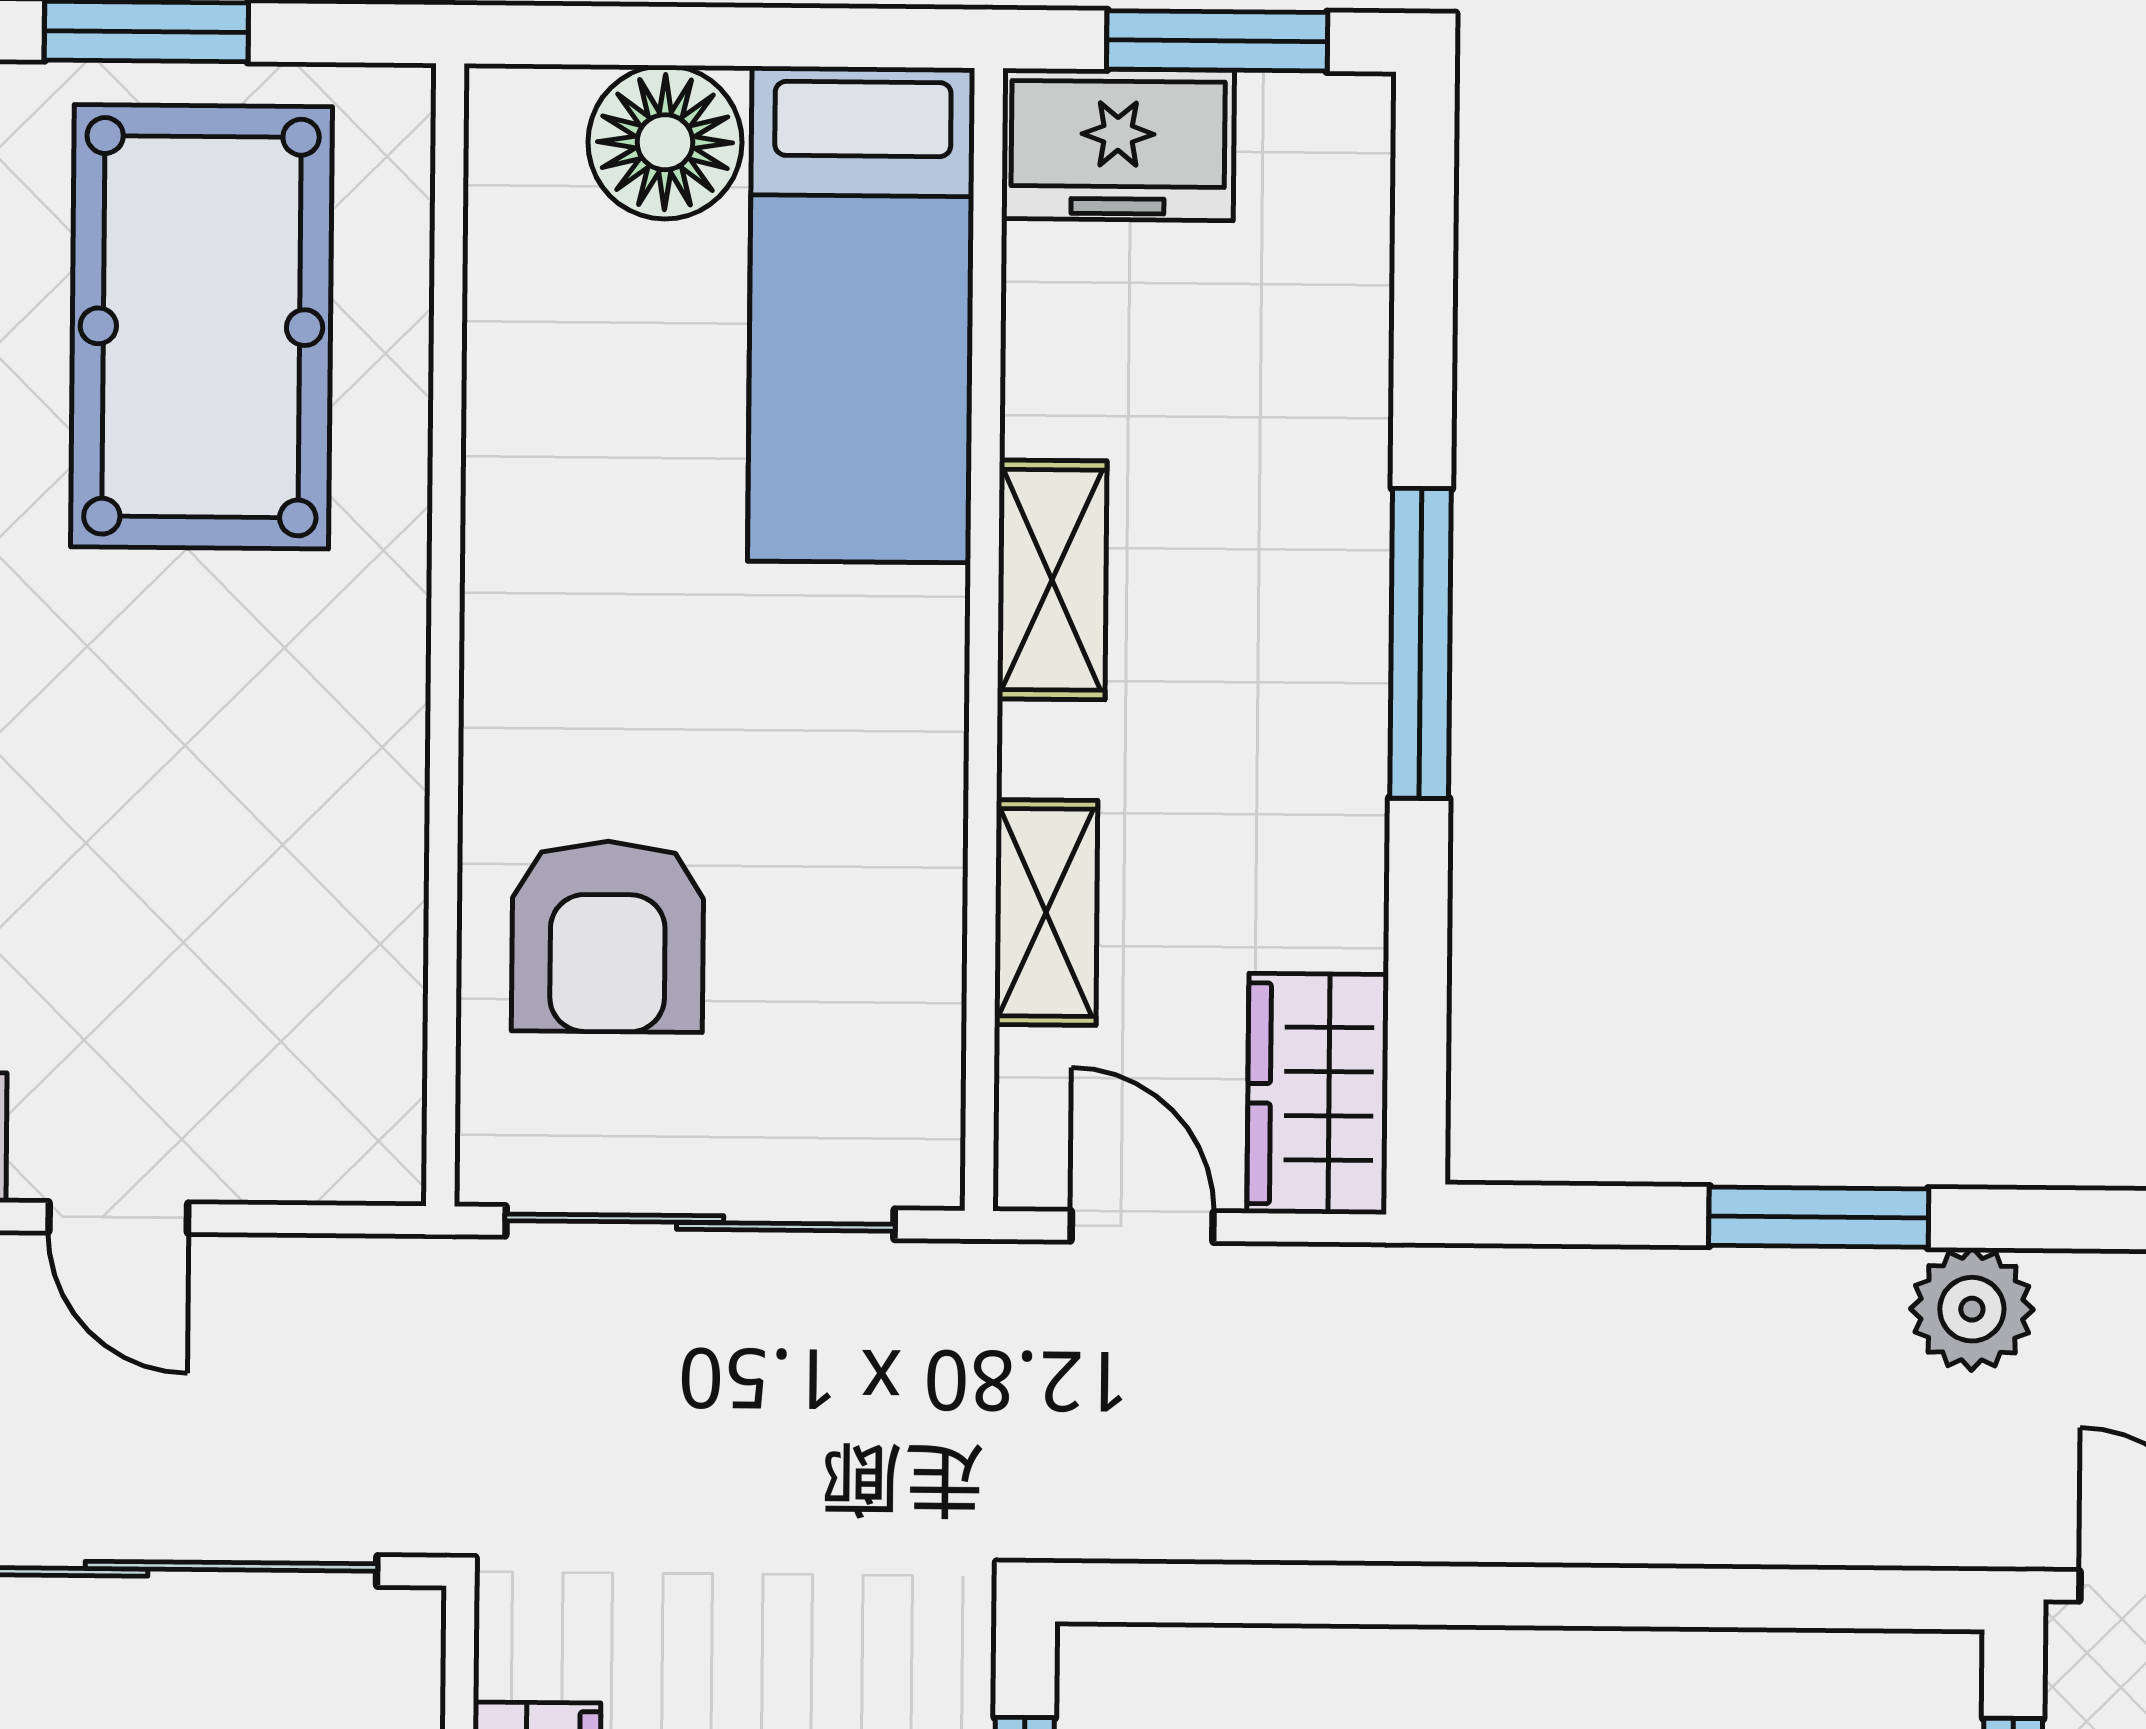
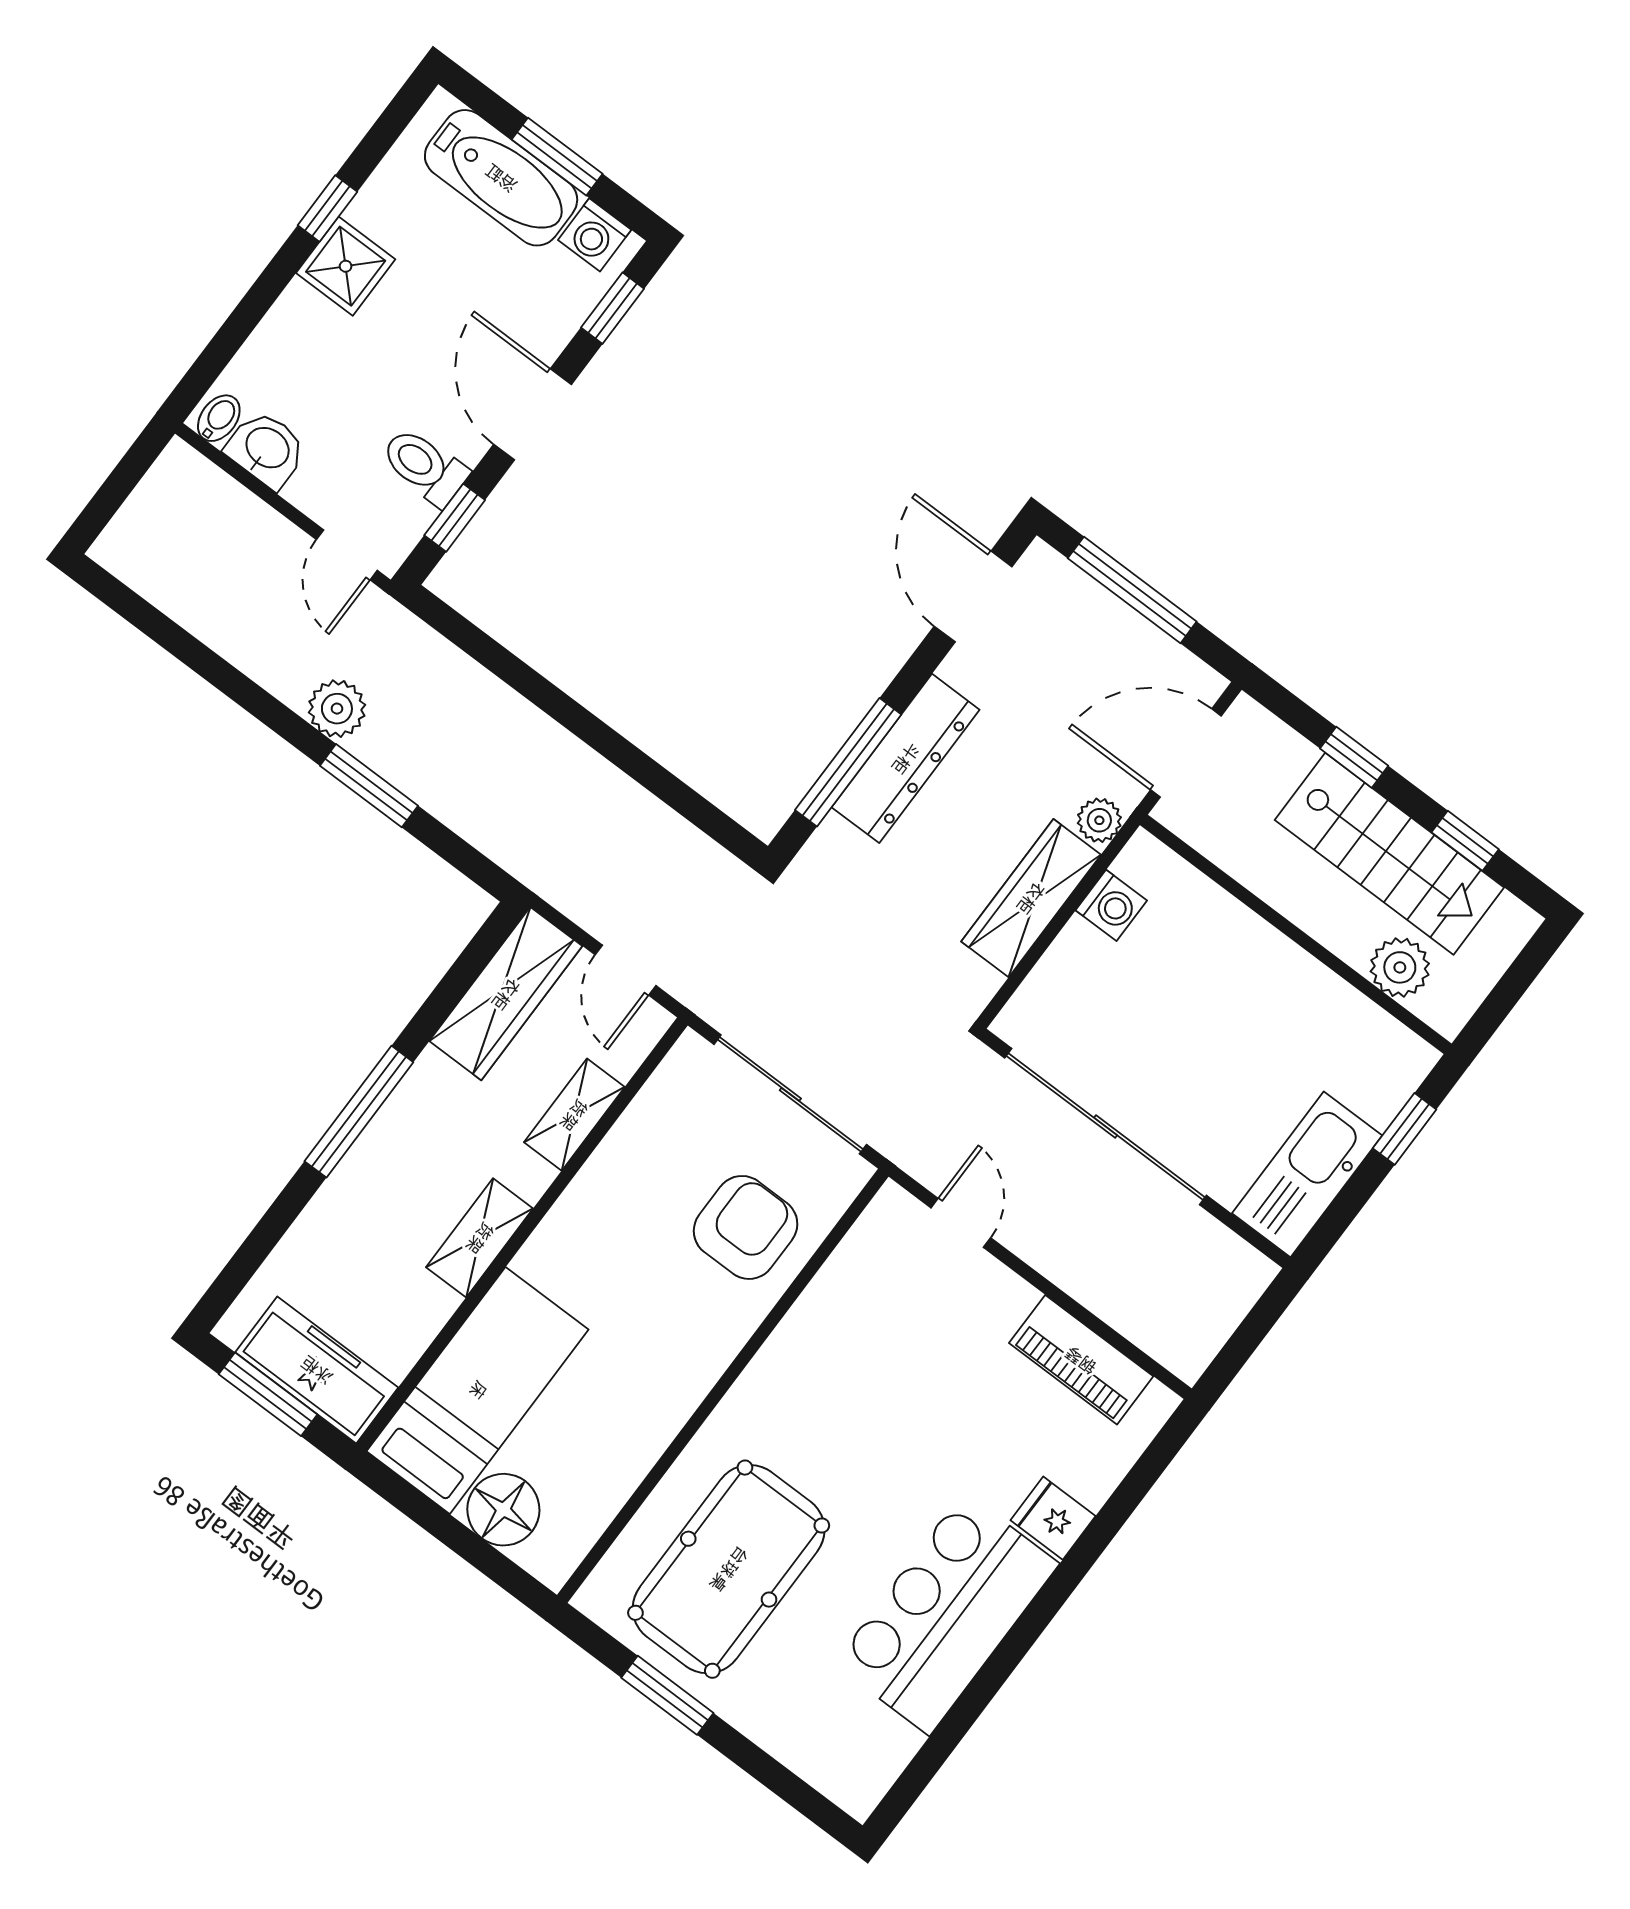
freezer: (1118, 144) -> (317, 1370), width x1.40
wardrobe: (1318, 1094) -> (506, 994), width x1.50
door: (118, 1217) -> (961, 1223), moved

